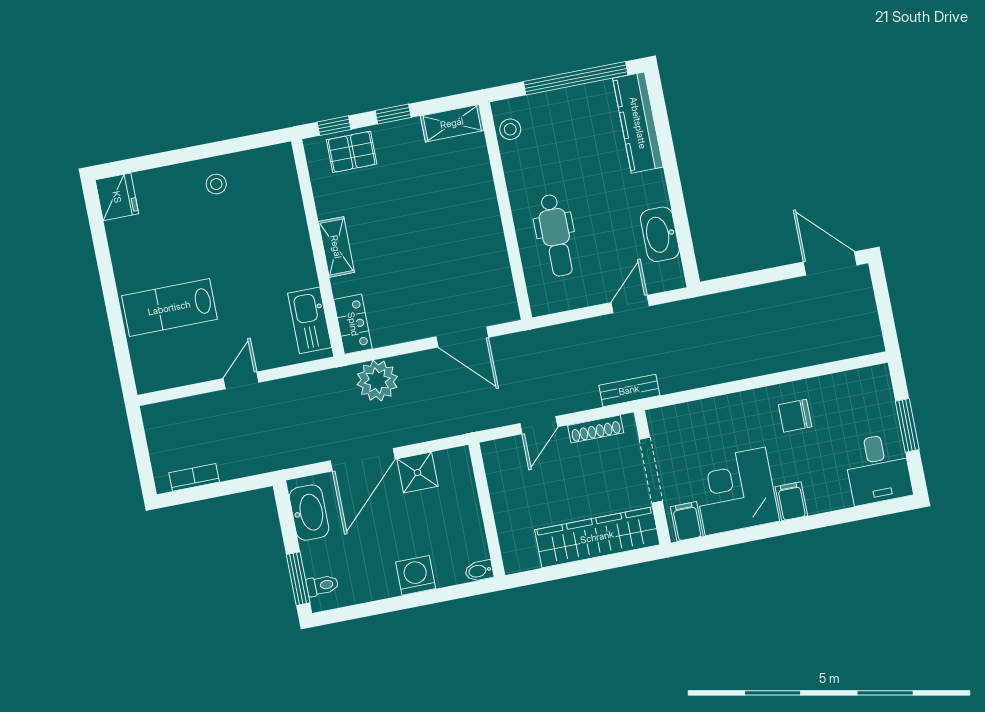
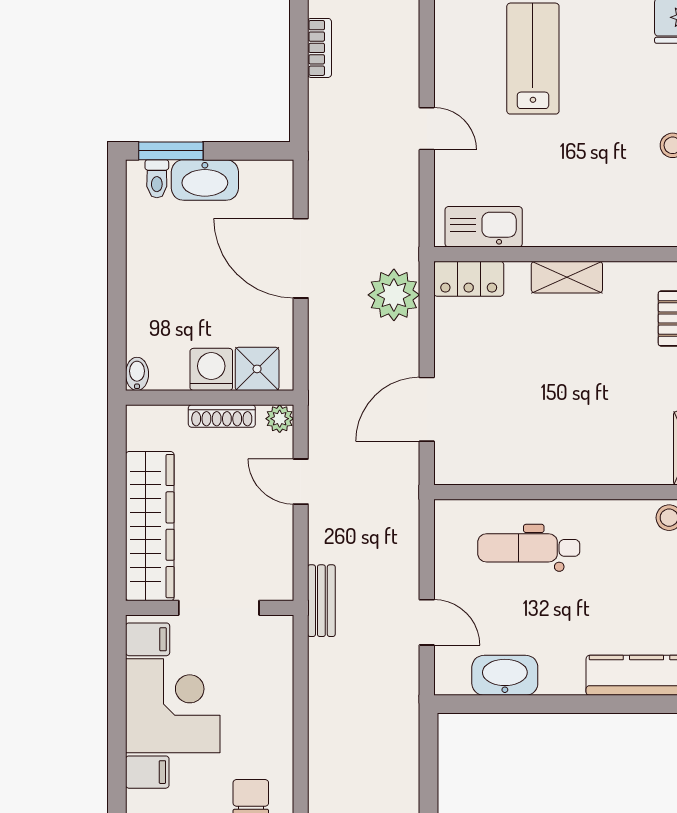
shoe rack: (596, 429) -> (222, 416), moved, turned -90
plant: (492, 451) -> (280, 419), added
shower: (418, 473) -> (257, 369), moved
washbasin: (309, 513) -> (205, 180), moved
washing machine: (416, 575) -> (211, 369), moved, turned -90

